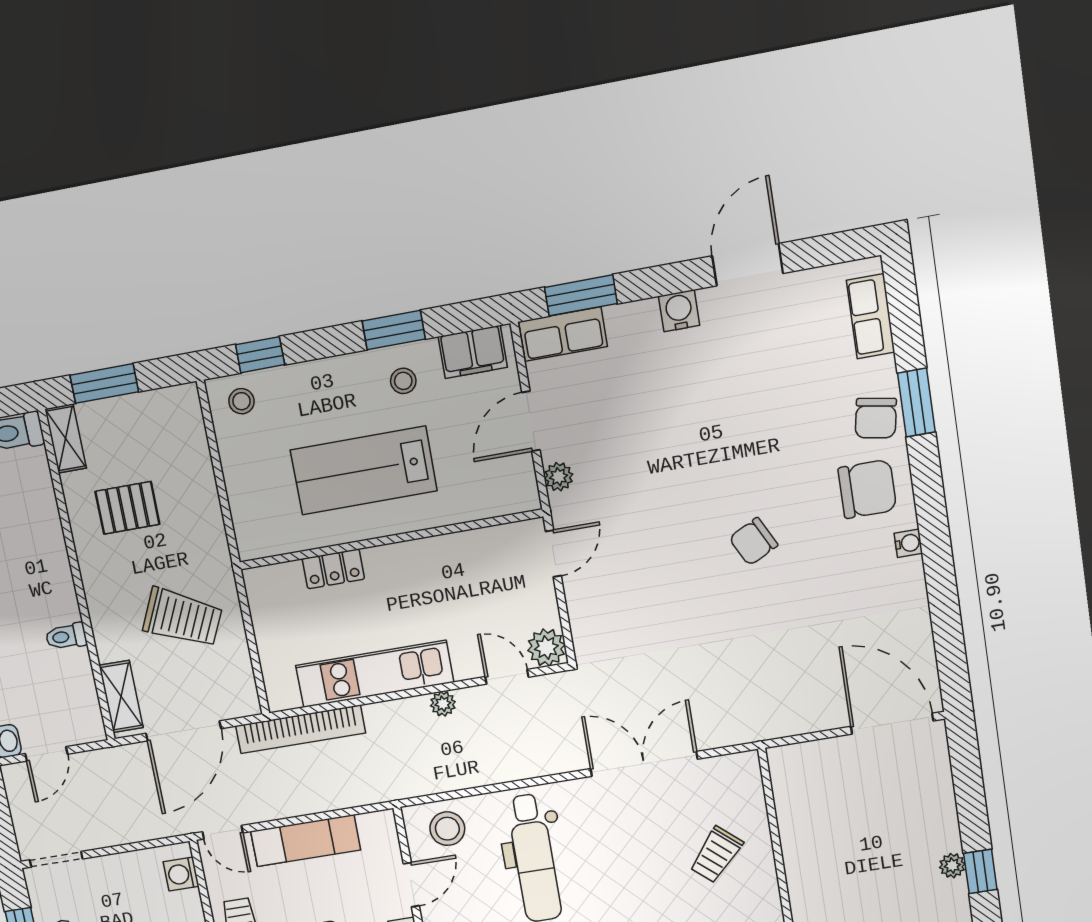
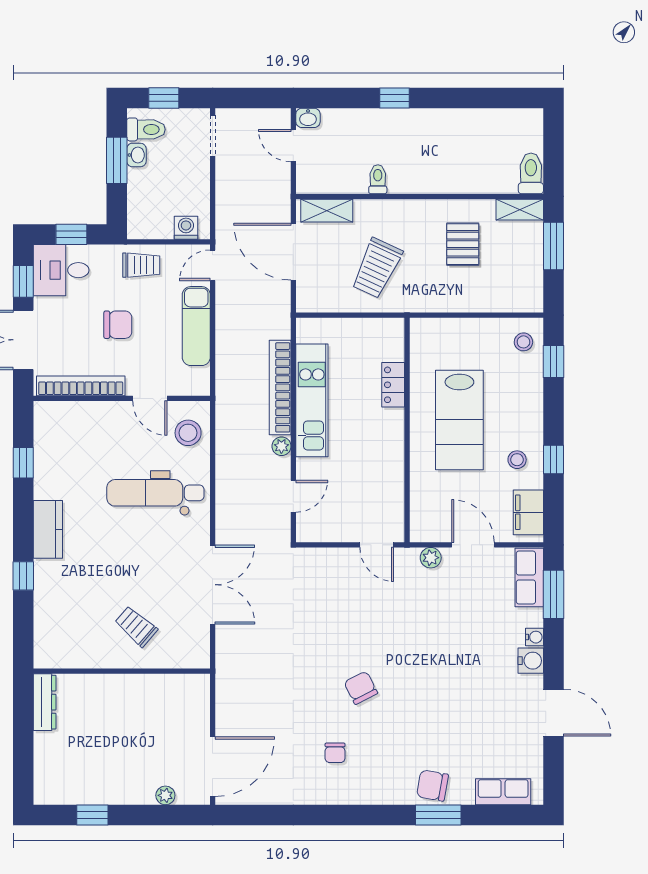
window: (394, 330) -> (553, 459), width x0.67
lab bench: (364, 470) -> (459, 420), turned 180
chair: (867, 489) -> (335, 753), moved, width x0.54, depth x0.54
water cooler: (908, 543) -> (534, 637), moved, turned -90
plant: (546, 648) -> (310, 528), removed
bookcase: (300, 729) -> (280, 387), moved
plant: (952, 866) -> (165, 795), moved

